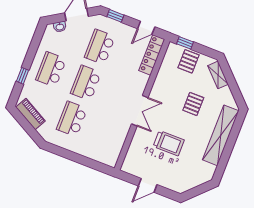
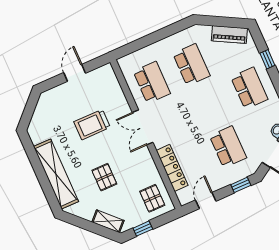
window: (185, 43) -> (143, 229), moved
locker: (152, 55) -> (172, 168), moved
pallet: (189, 61) -> (152, 198), moved
school desk: (86, 83) -> (152, 82), moved

